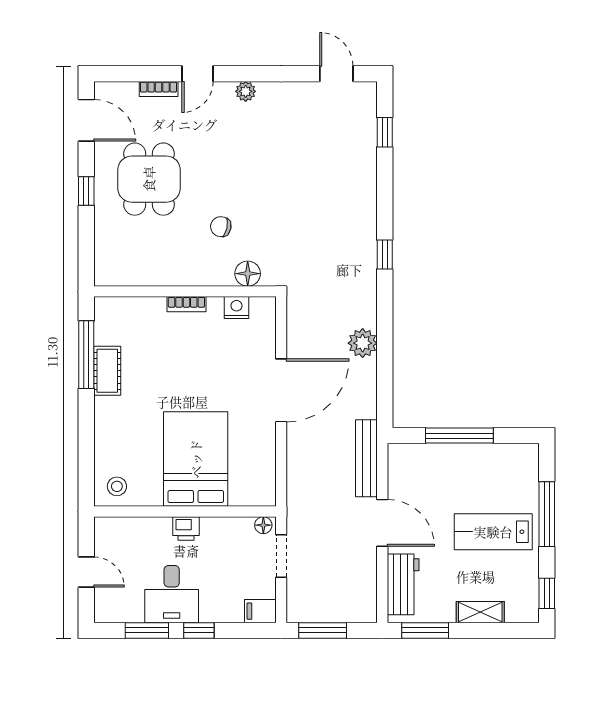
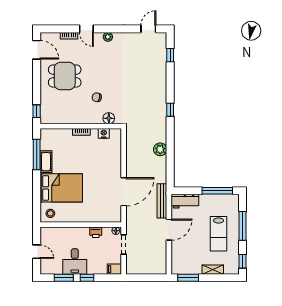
door: (197, 74) -> (86, 29), hinge flipped
door: (336, 74) -> (148, 29), hinge flipped
dining table: (149, 179) -> (65, 76), turned 90
window: (86, 191) -> (37, 111), moved
door: (281, 390) -> (124, 192), moved
window: (459, 436) -> (217, 191), moved
bed: (196, 459) -> (61, 188), moved, turned 90
door: (382, 523) -> (169, 230), hinge flipped
printer: (186, 528) -> (96, 232), moved
lab bench: (493, 532) -> (219, 234), turned -90
workbench: (403, 584) -> (185, 201), moved, turned 90
window: (323, 630) -> (142, 278), removed

